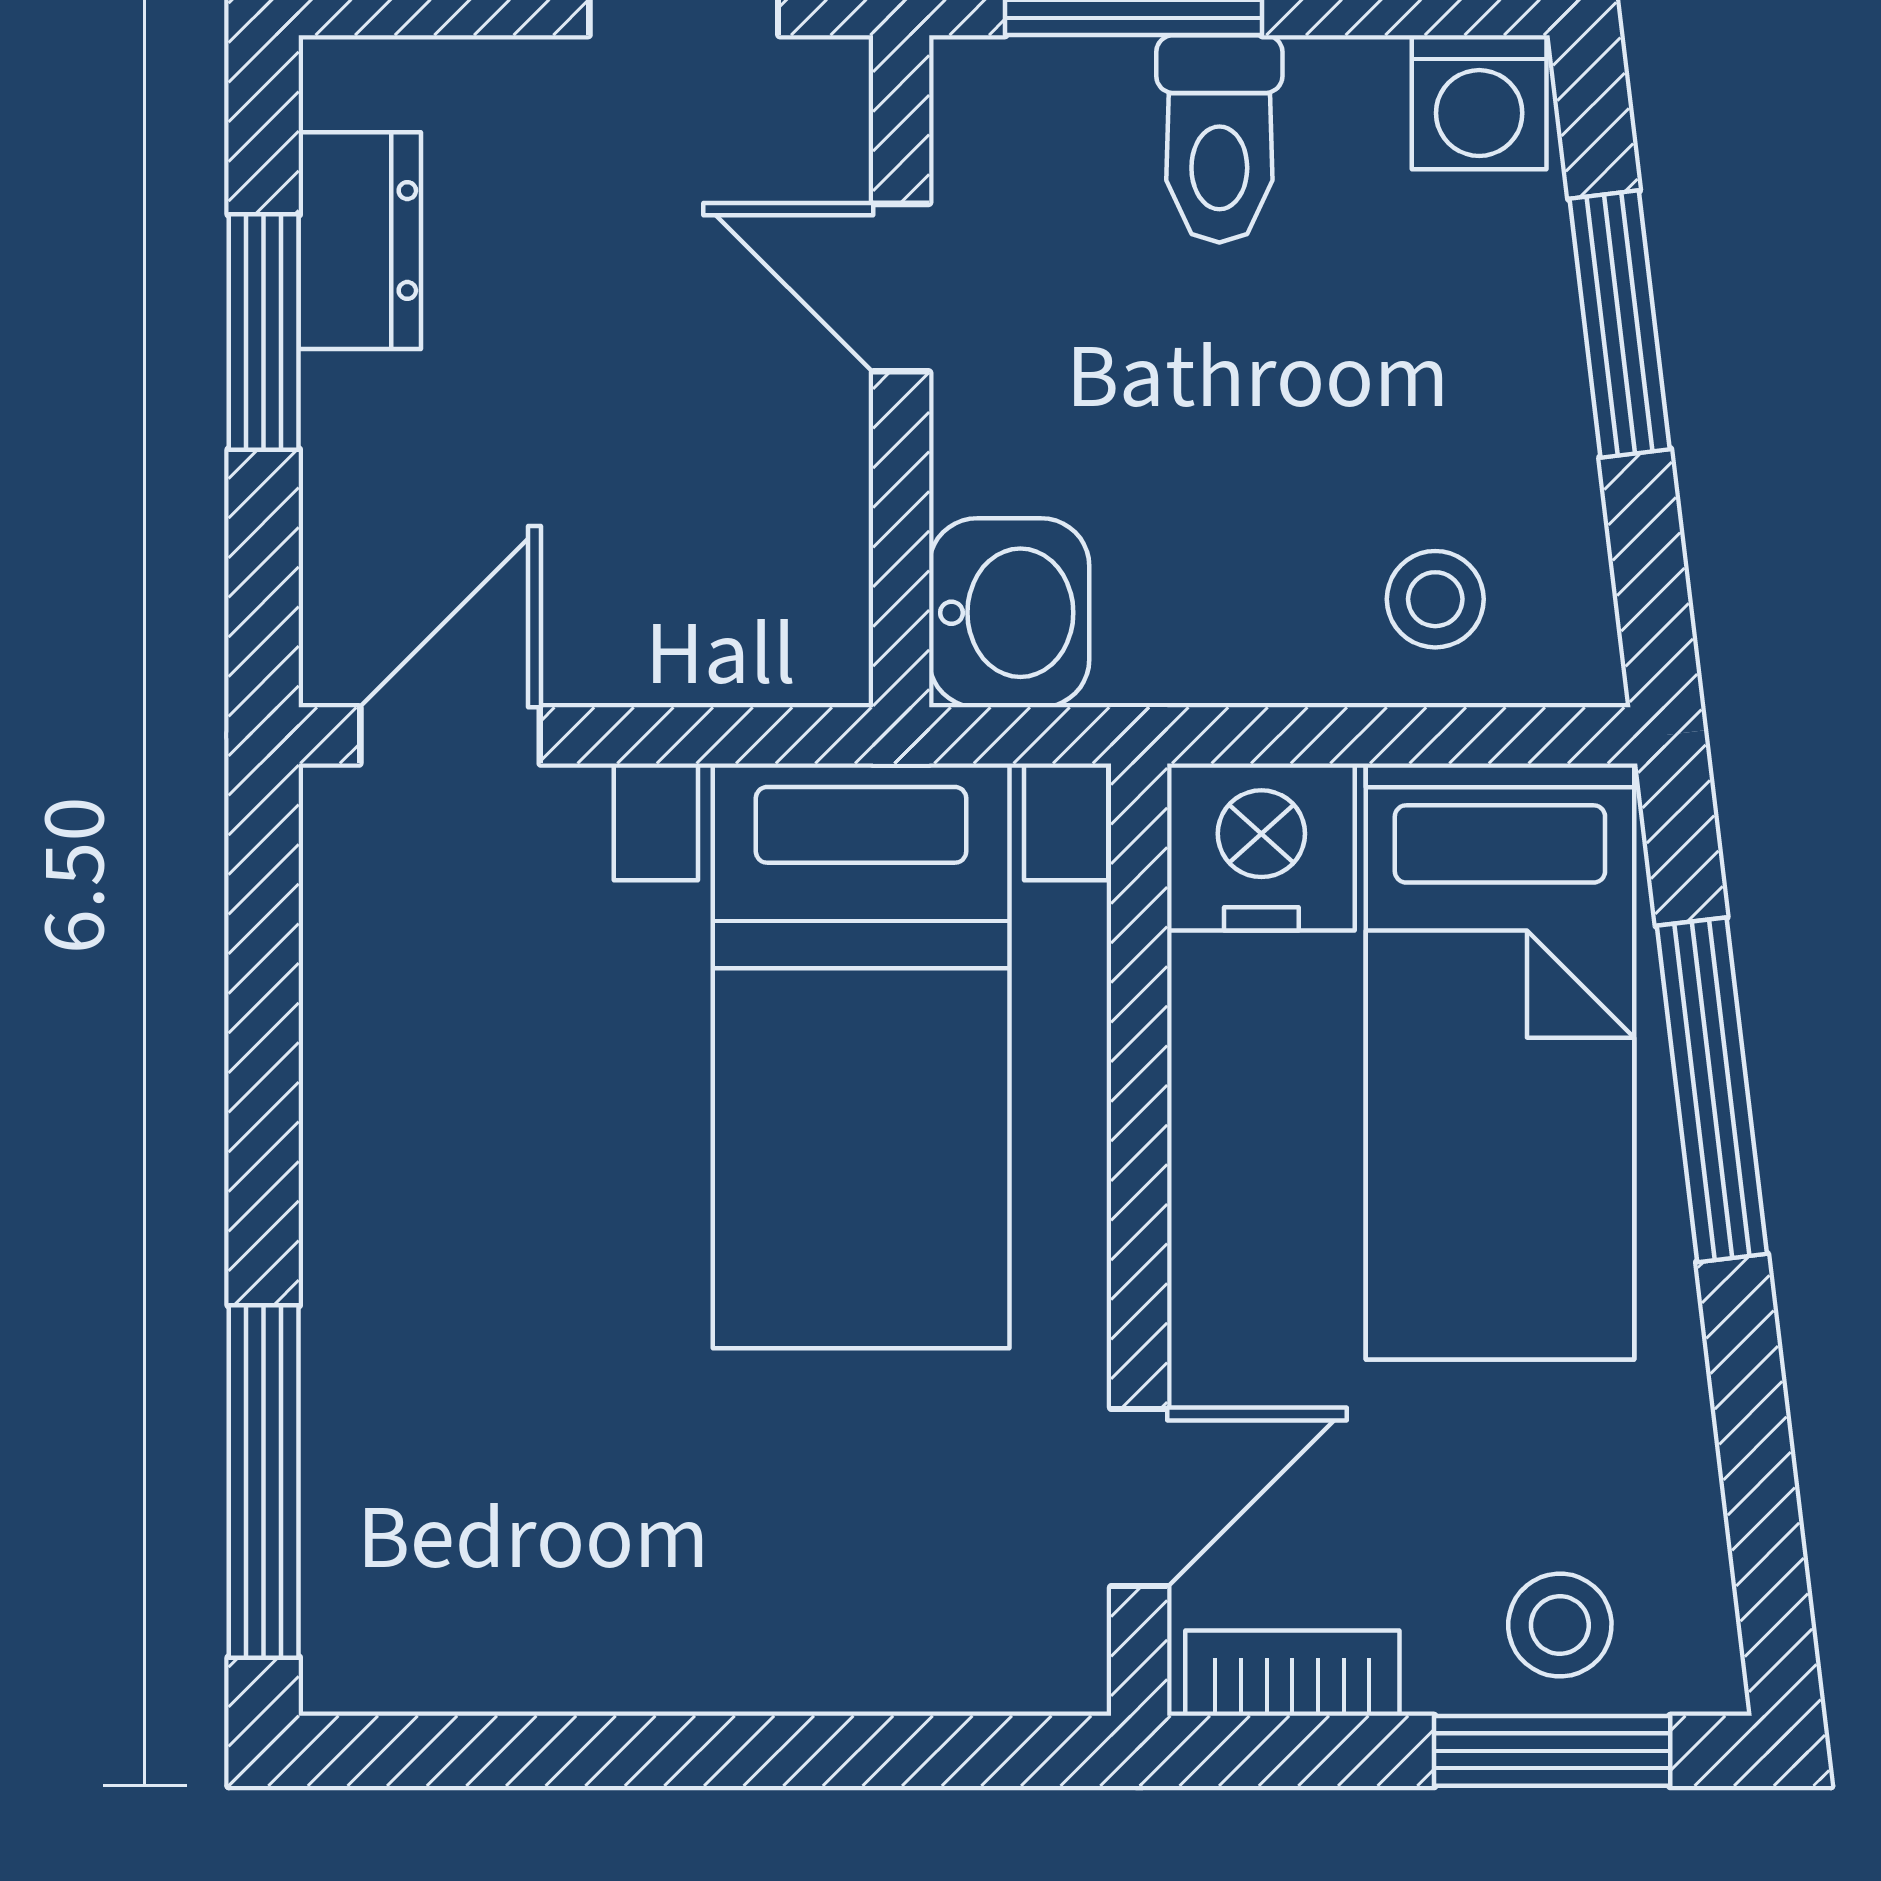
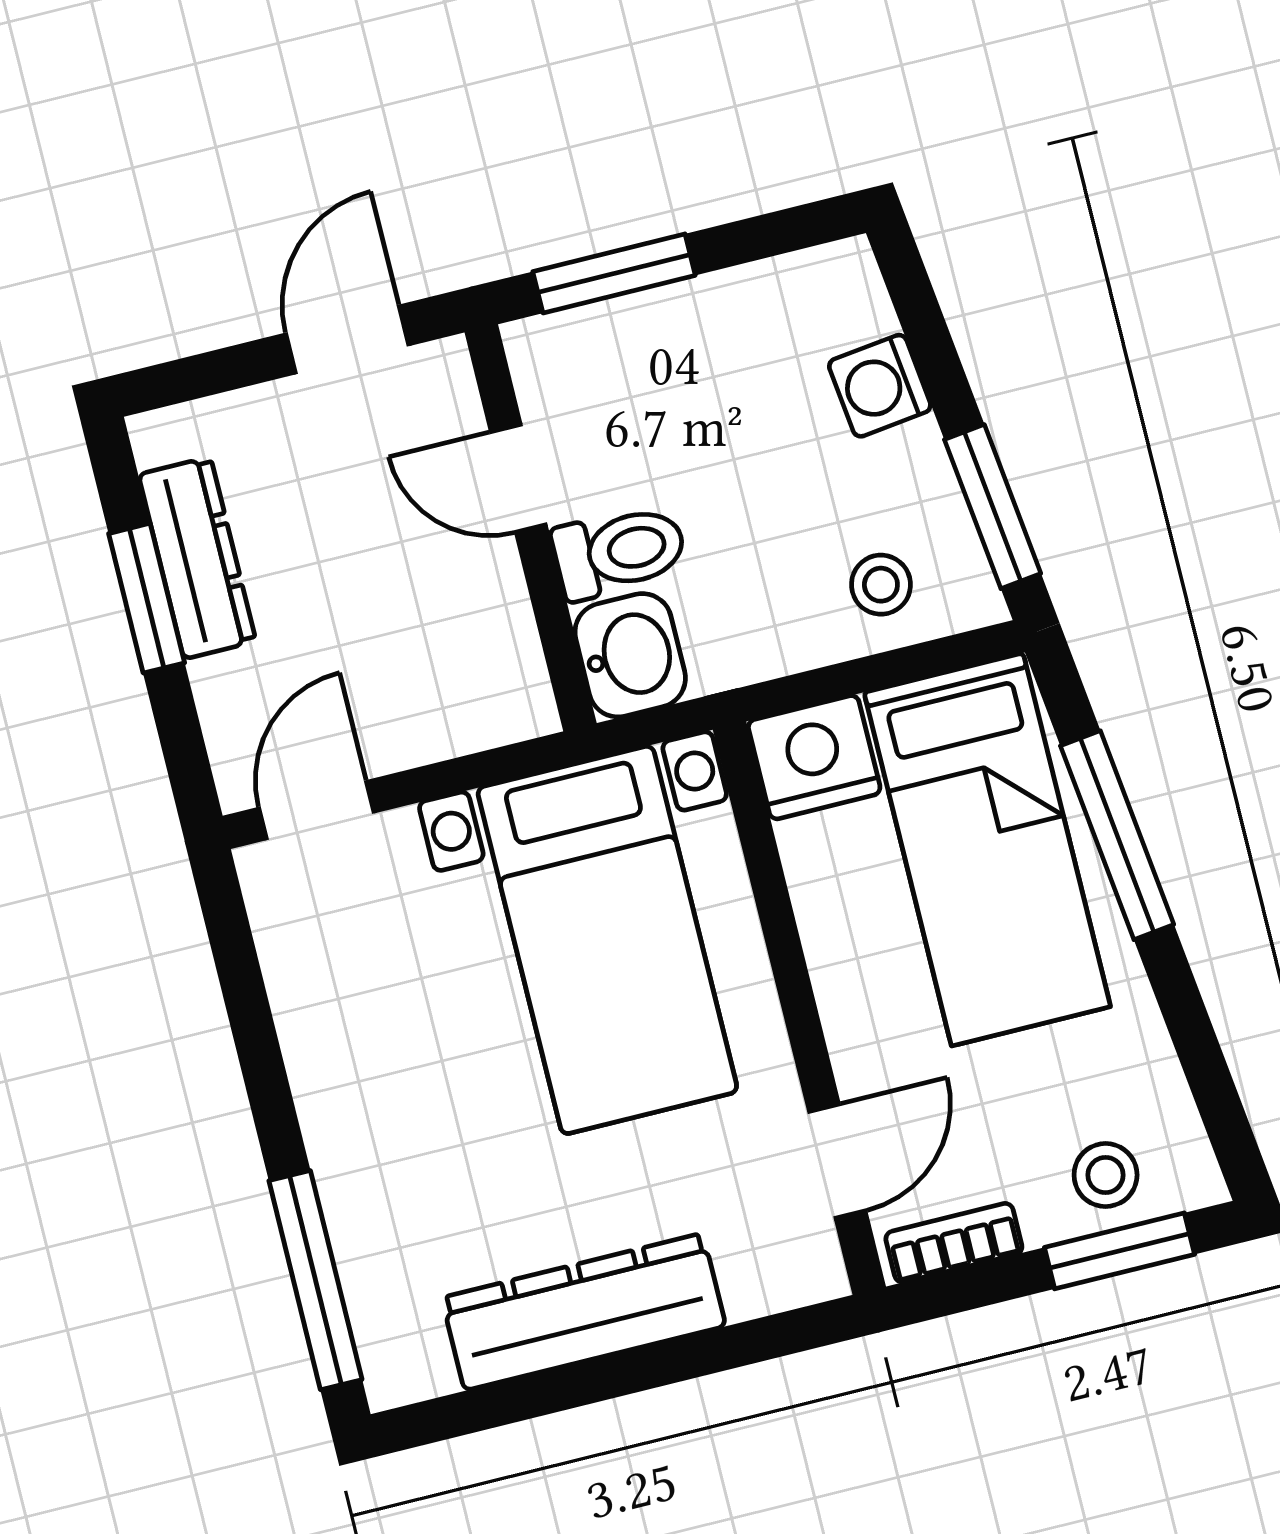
washing machine: (1479, 102) -> (880, 386), moved, turned 83
toilet: (1219, 139) -> (619, 552), moved, turned -90
dresser: (360, 241) -> (197, 558), width x1.44
window: (1620, 324) -> (993, 507), moved
dresser: (677, 1637) -> (584, 1312), added

